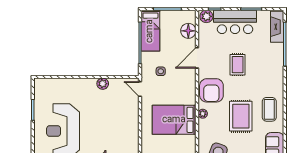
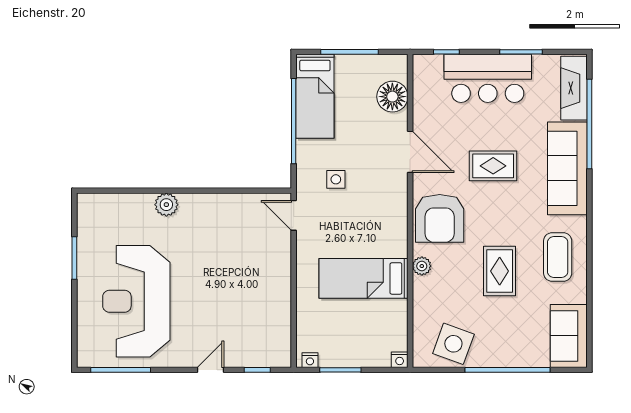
plant: (206, 16) -> (429, 67), removed
door: (197, 58) -> (410, 152), swing flipped
rug: (238, 65) -> (493, 166), turned 90
sofa: (274, 66) -> (567, 168), added
plant: (103, 84) -> (166, 205), moved
rug: (241, 116) -> (500, 271), width x0.73, depth x0.70
bed: (174, 120) -> (363, 278), width x0.67

